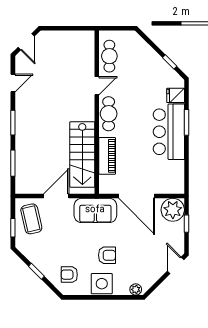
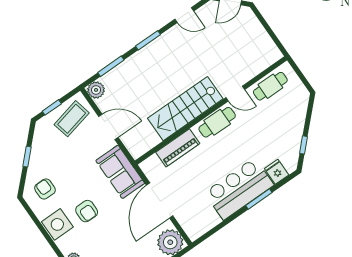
stairs: (82, 154) -> (185, 109), moved
plant: (23, 186) -> (96, 90), added

